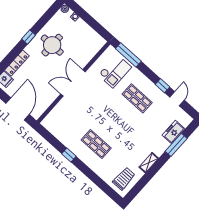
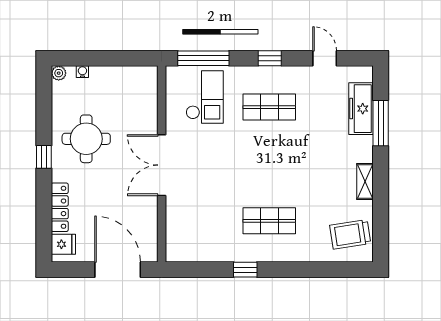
window: (162, 86) -> (270, 58), moved
freezer: (173, 132) -> (361, 109), width x1.40
trolley: (124, 179) -> (350, 234), turned -99

